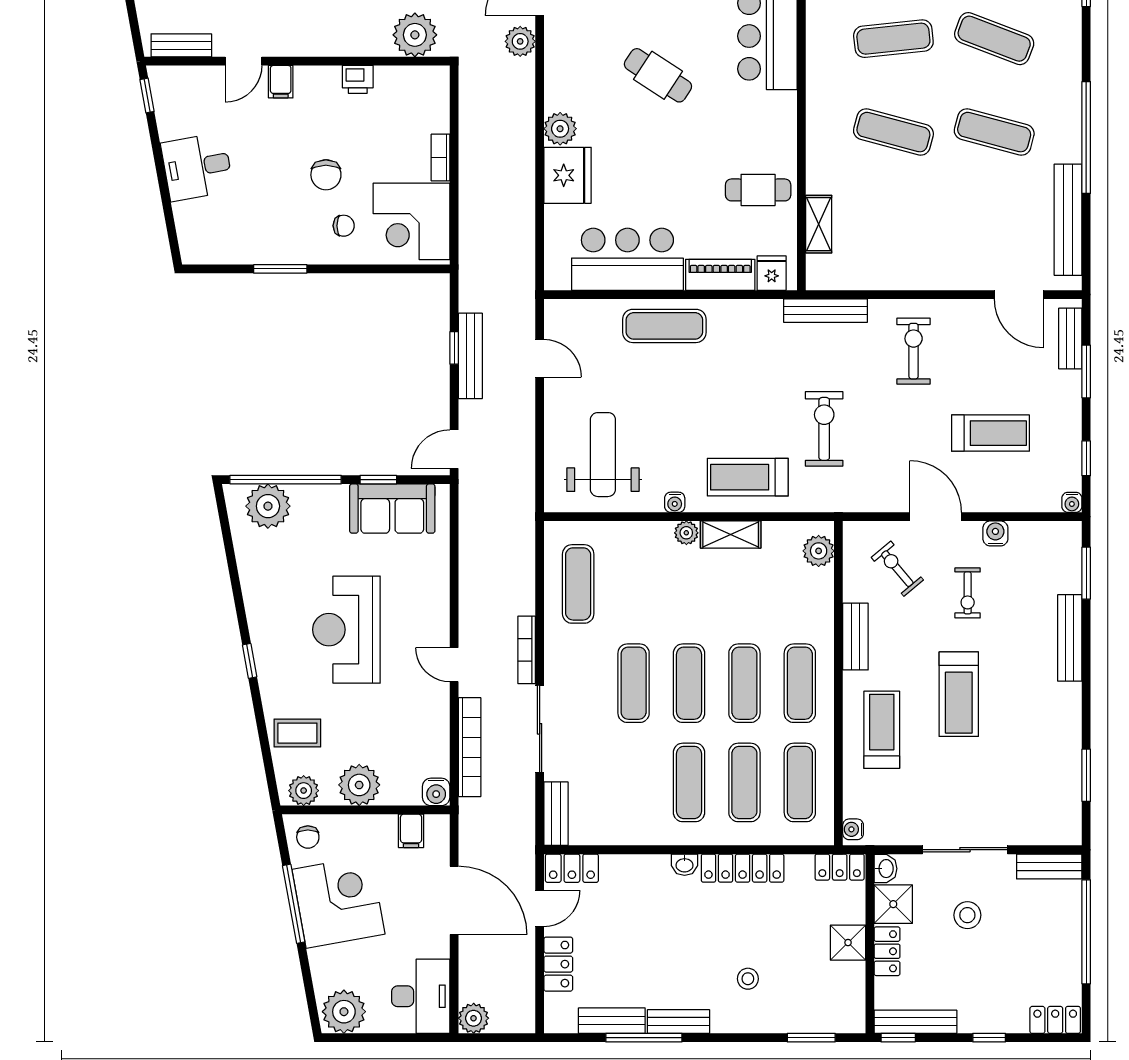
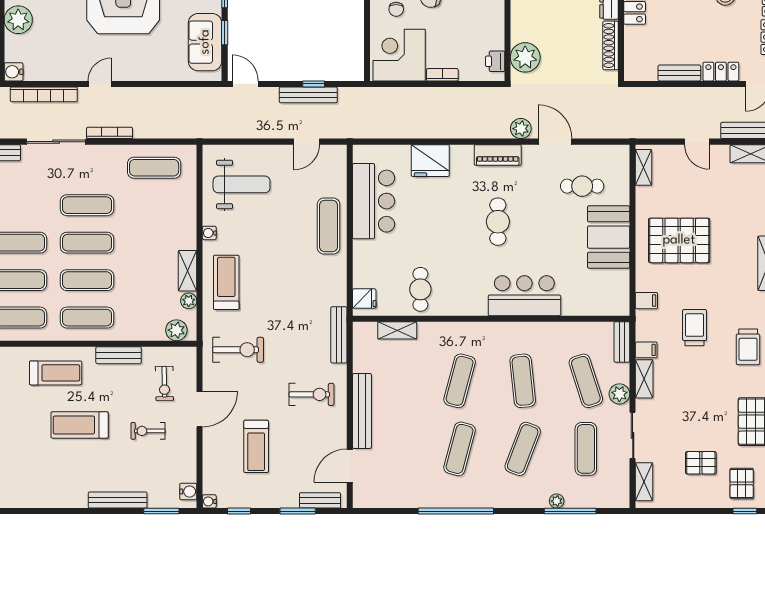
cafe table: (658, 75) -> (498, 222), turned -33
printer: (358, 79) -> (495, 61), moved
plant: (560, 129) -> (462, 156), removed
bench: (1068, 220) -> (362, 411), moved, turned 90
piano: (720, 275) -> (498, 155), moved, turned 90
exercise bike: (824, 429) -> (238, 350), moved
plant: (686, 533) -> (189, 301), moved
water cooler: (995, 533) -> (188, 492), moved
exercise bike: (897, 569) -> (164, 383), turned 129
window: (1086, 775) -> (25, 511), removed

